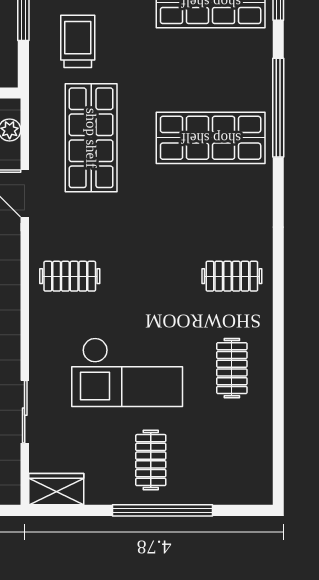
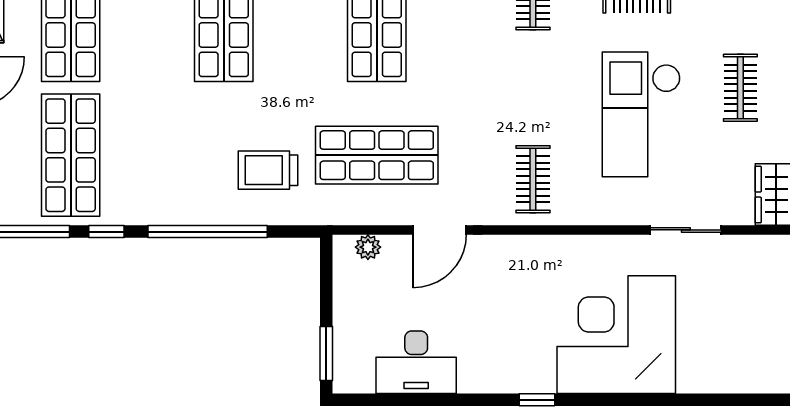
checkout: (127, 372) -> (641, 114), turned 180
clothes rail: (151, 460) -> (740, 88), turned 90

